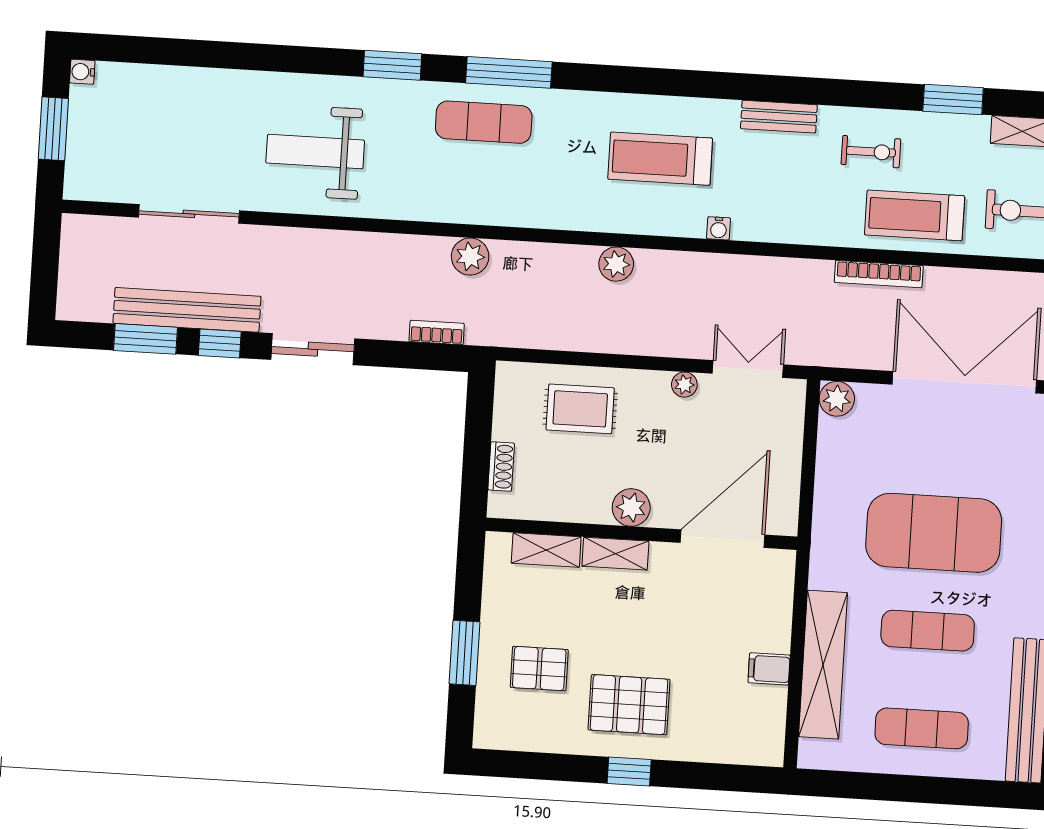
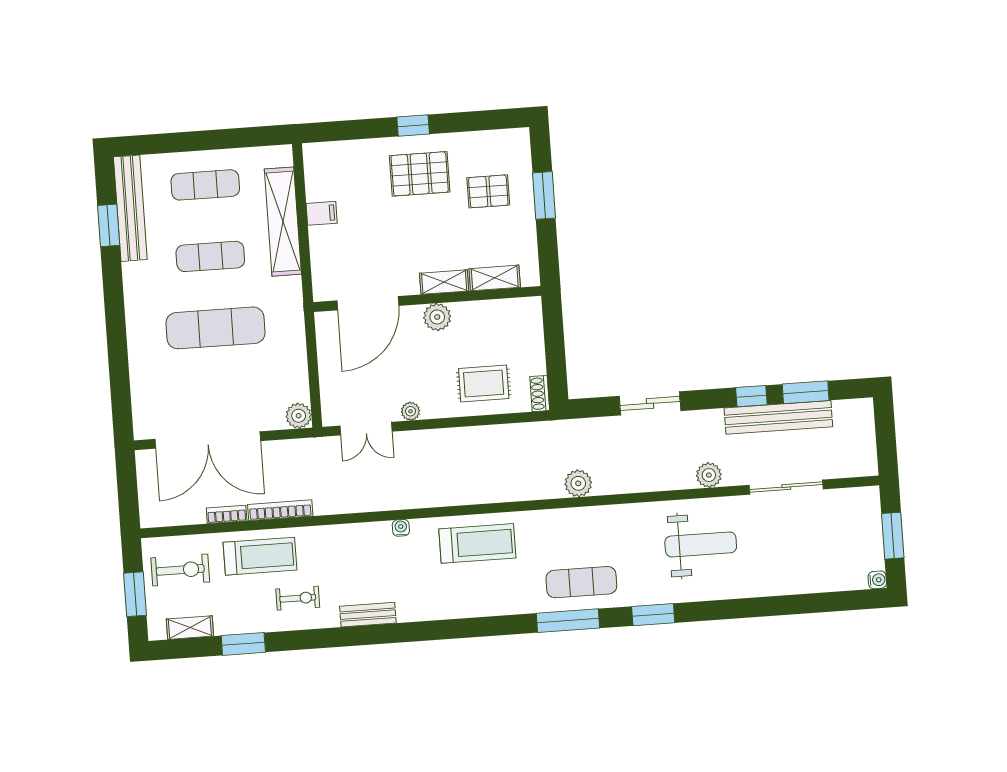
exercise bike: (871, 152) -> (298, 598), turned 180
treadmill: (660, 159) -> (477, 543), moved
plant: (616, 264) -> (709, 475), moved
bookcase: (437, 332) -> (227, 514), moved, turned 180
sliding door: (313, 349) -> (650, 403), moved
shoe rack: (501, 467) -> (540, 394), moved
exercise mat: (934, 533) -> (215, 328), width x0.68

